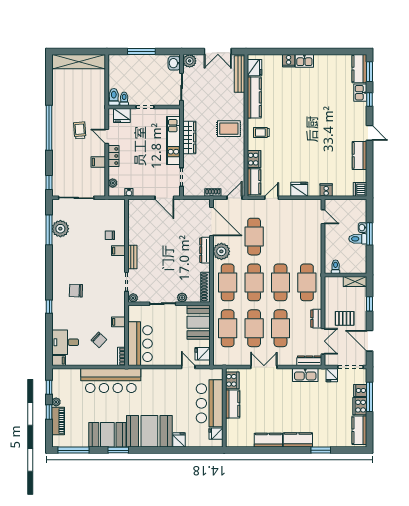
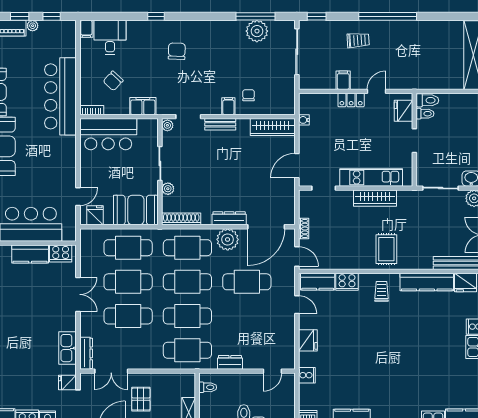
trolley: (80, 130) -> (358, 40), moved
plant: (113, 183) -> (316, 99), removed
wardrobe: (134, 216) -> (273, 127), added
dresser: (316, 319) -> (230, 362), moved
filing cabinet: (118, 322) -> (143, 106), width x2.00

